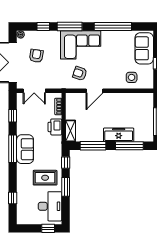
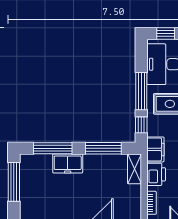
freezer: (119, 135) -> (68, 163), width x0.71
filing cabinet: (55, 145) -> (155, 149), added
window: (66, 187) -> (141, 91), width x1.44

